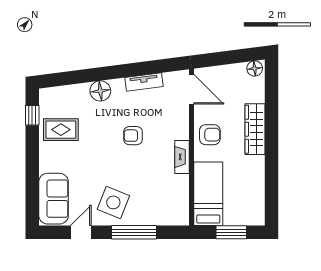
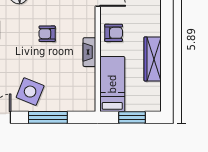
wardrobe: (255, 129) -> (153, 59), moved

